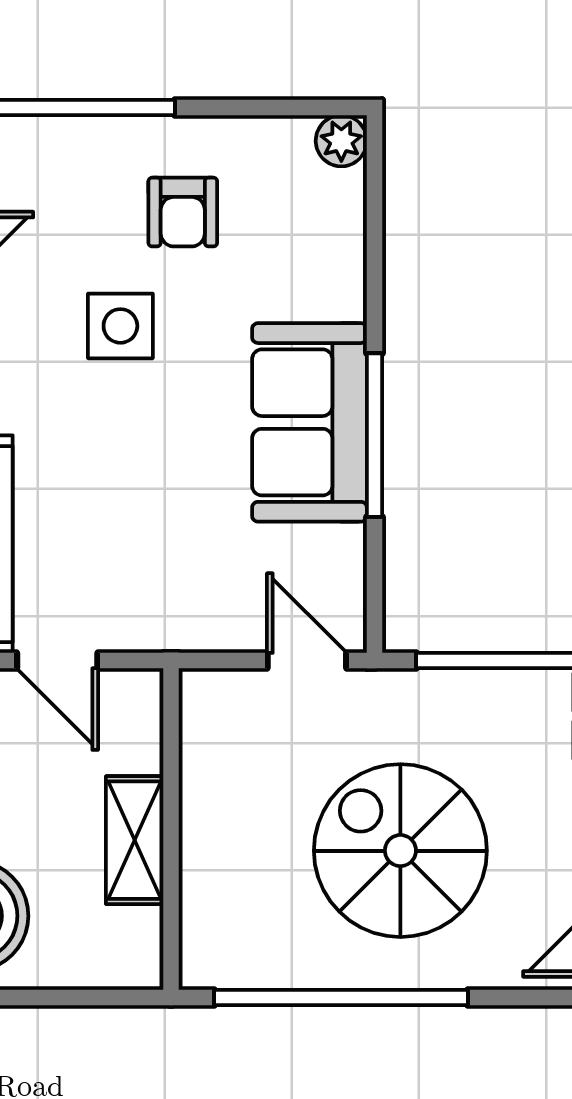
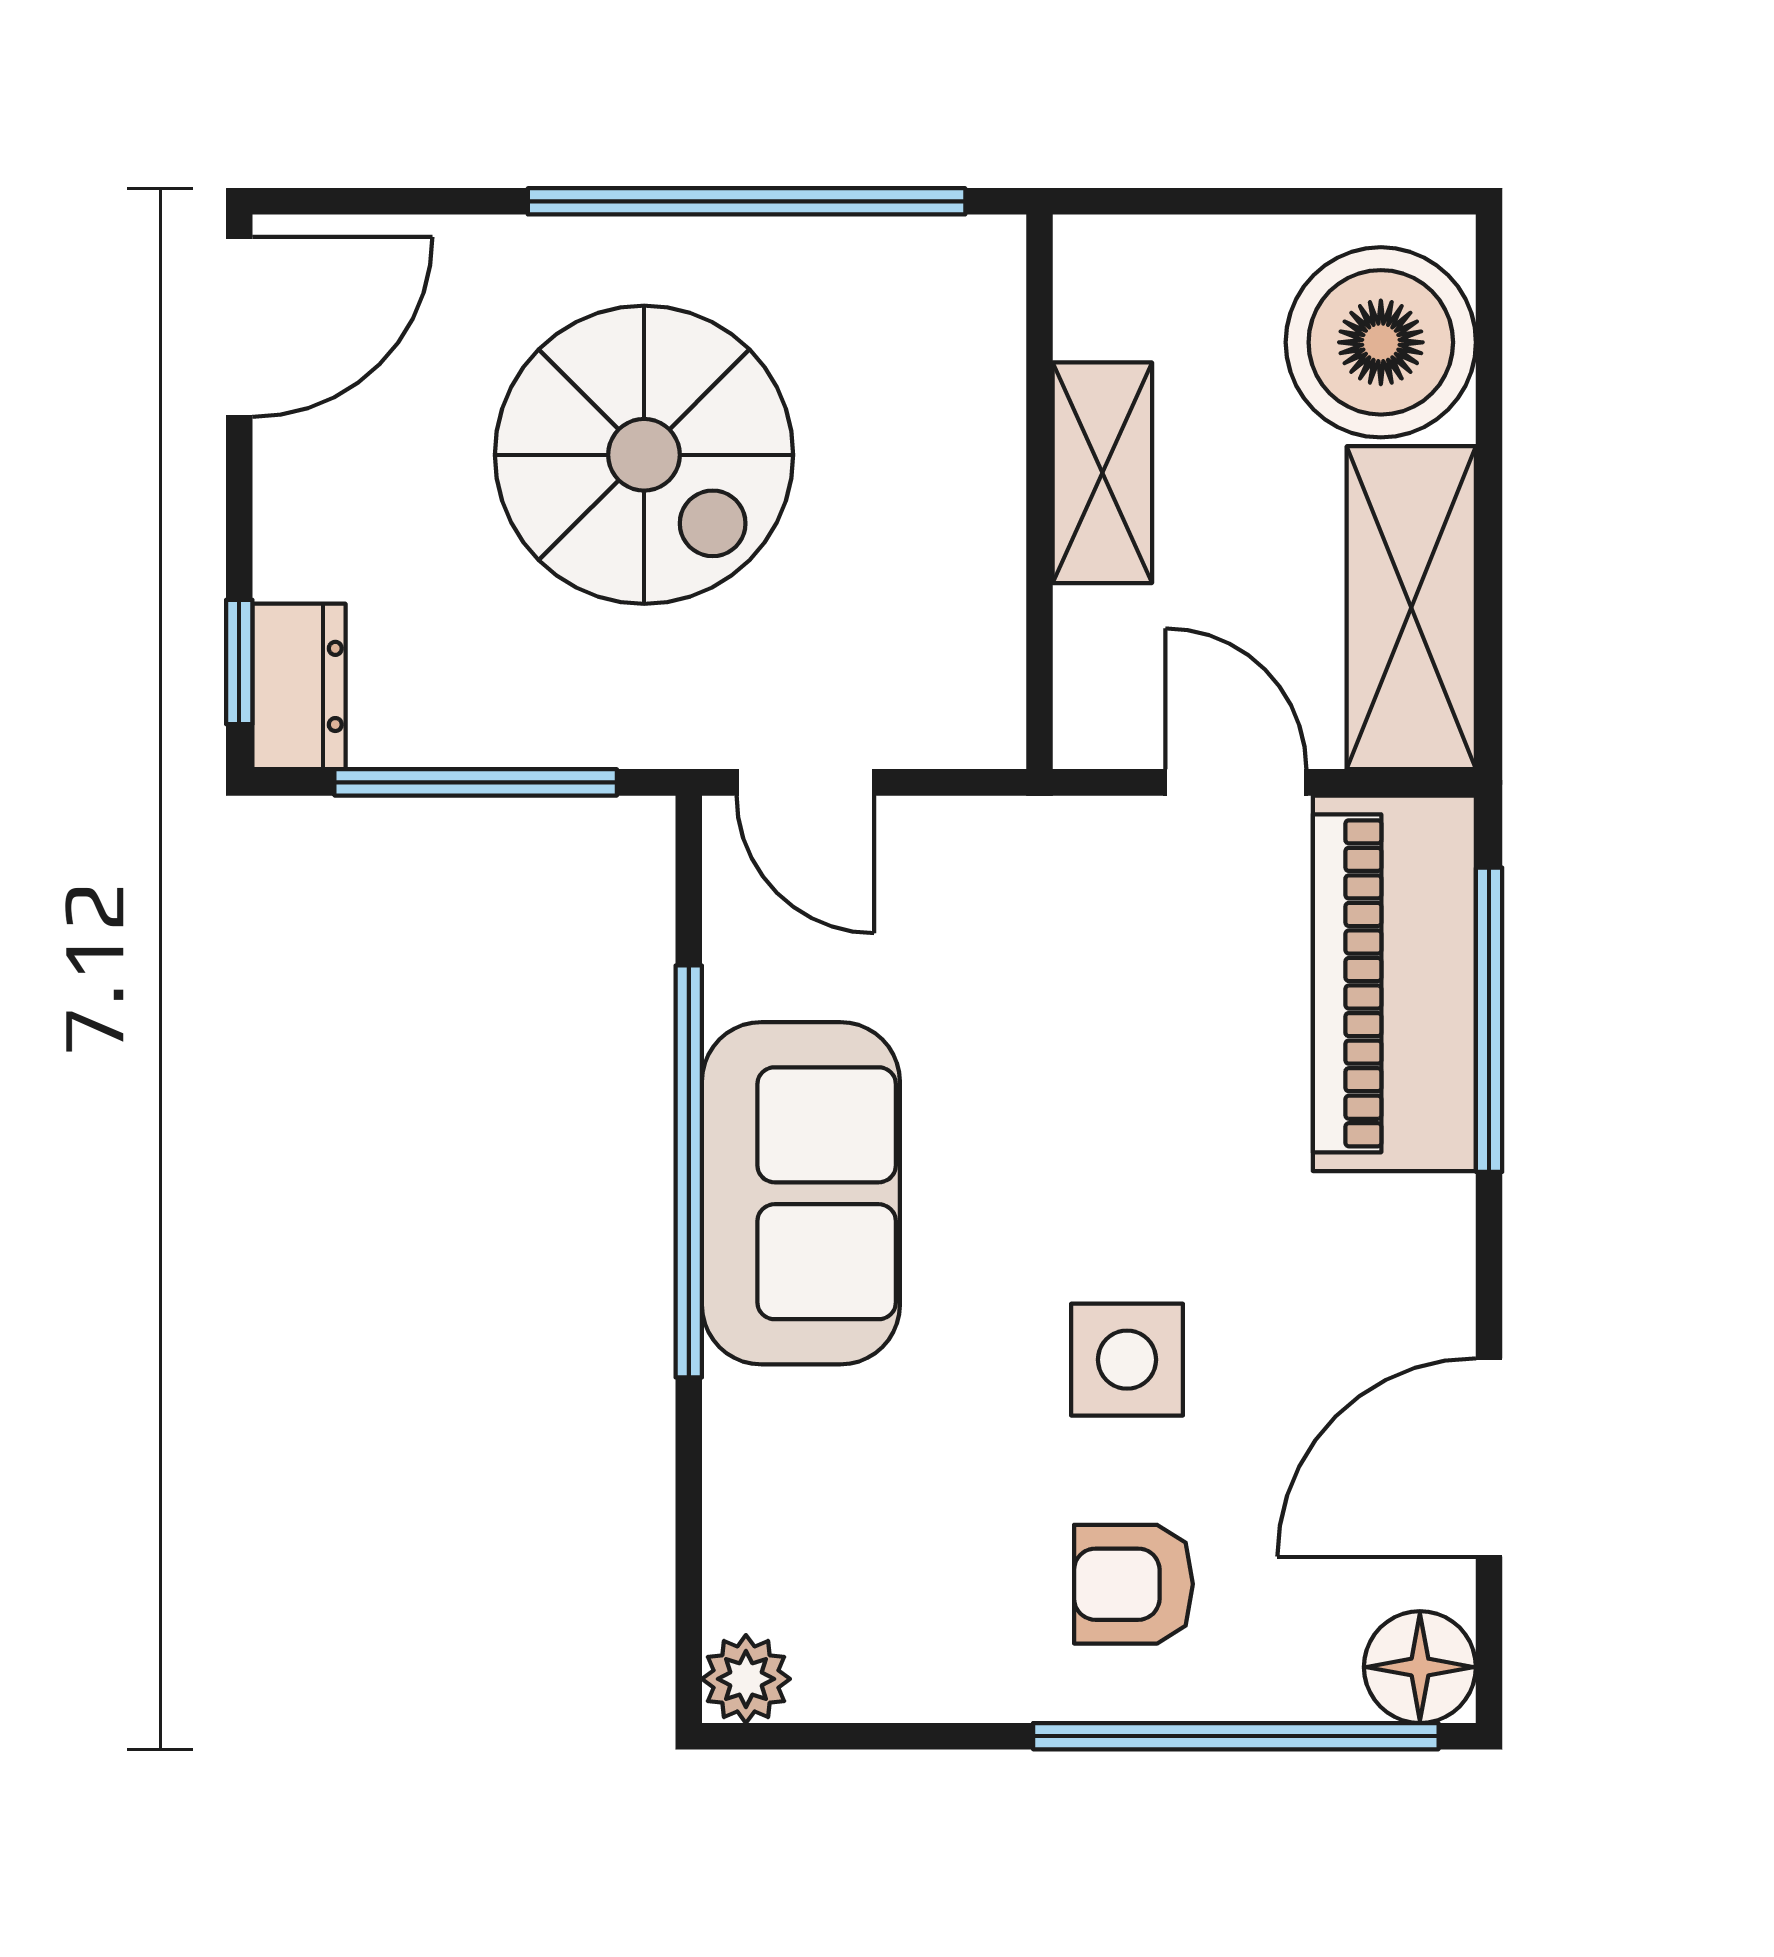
armchair: (183, 212) -> (1133, 1584), moved, turned -90
window: (374, 435) -> (689, 1171), width x1.46

